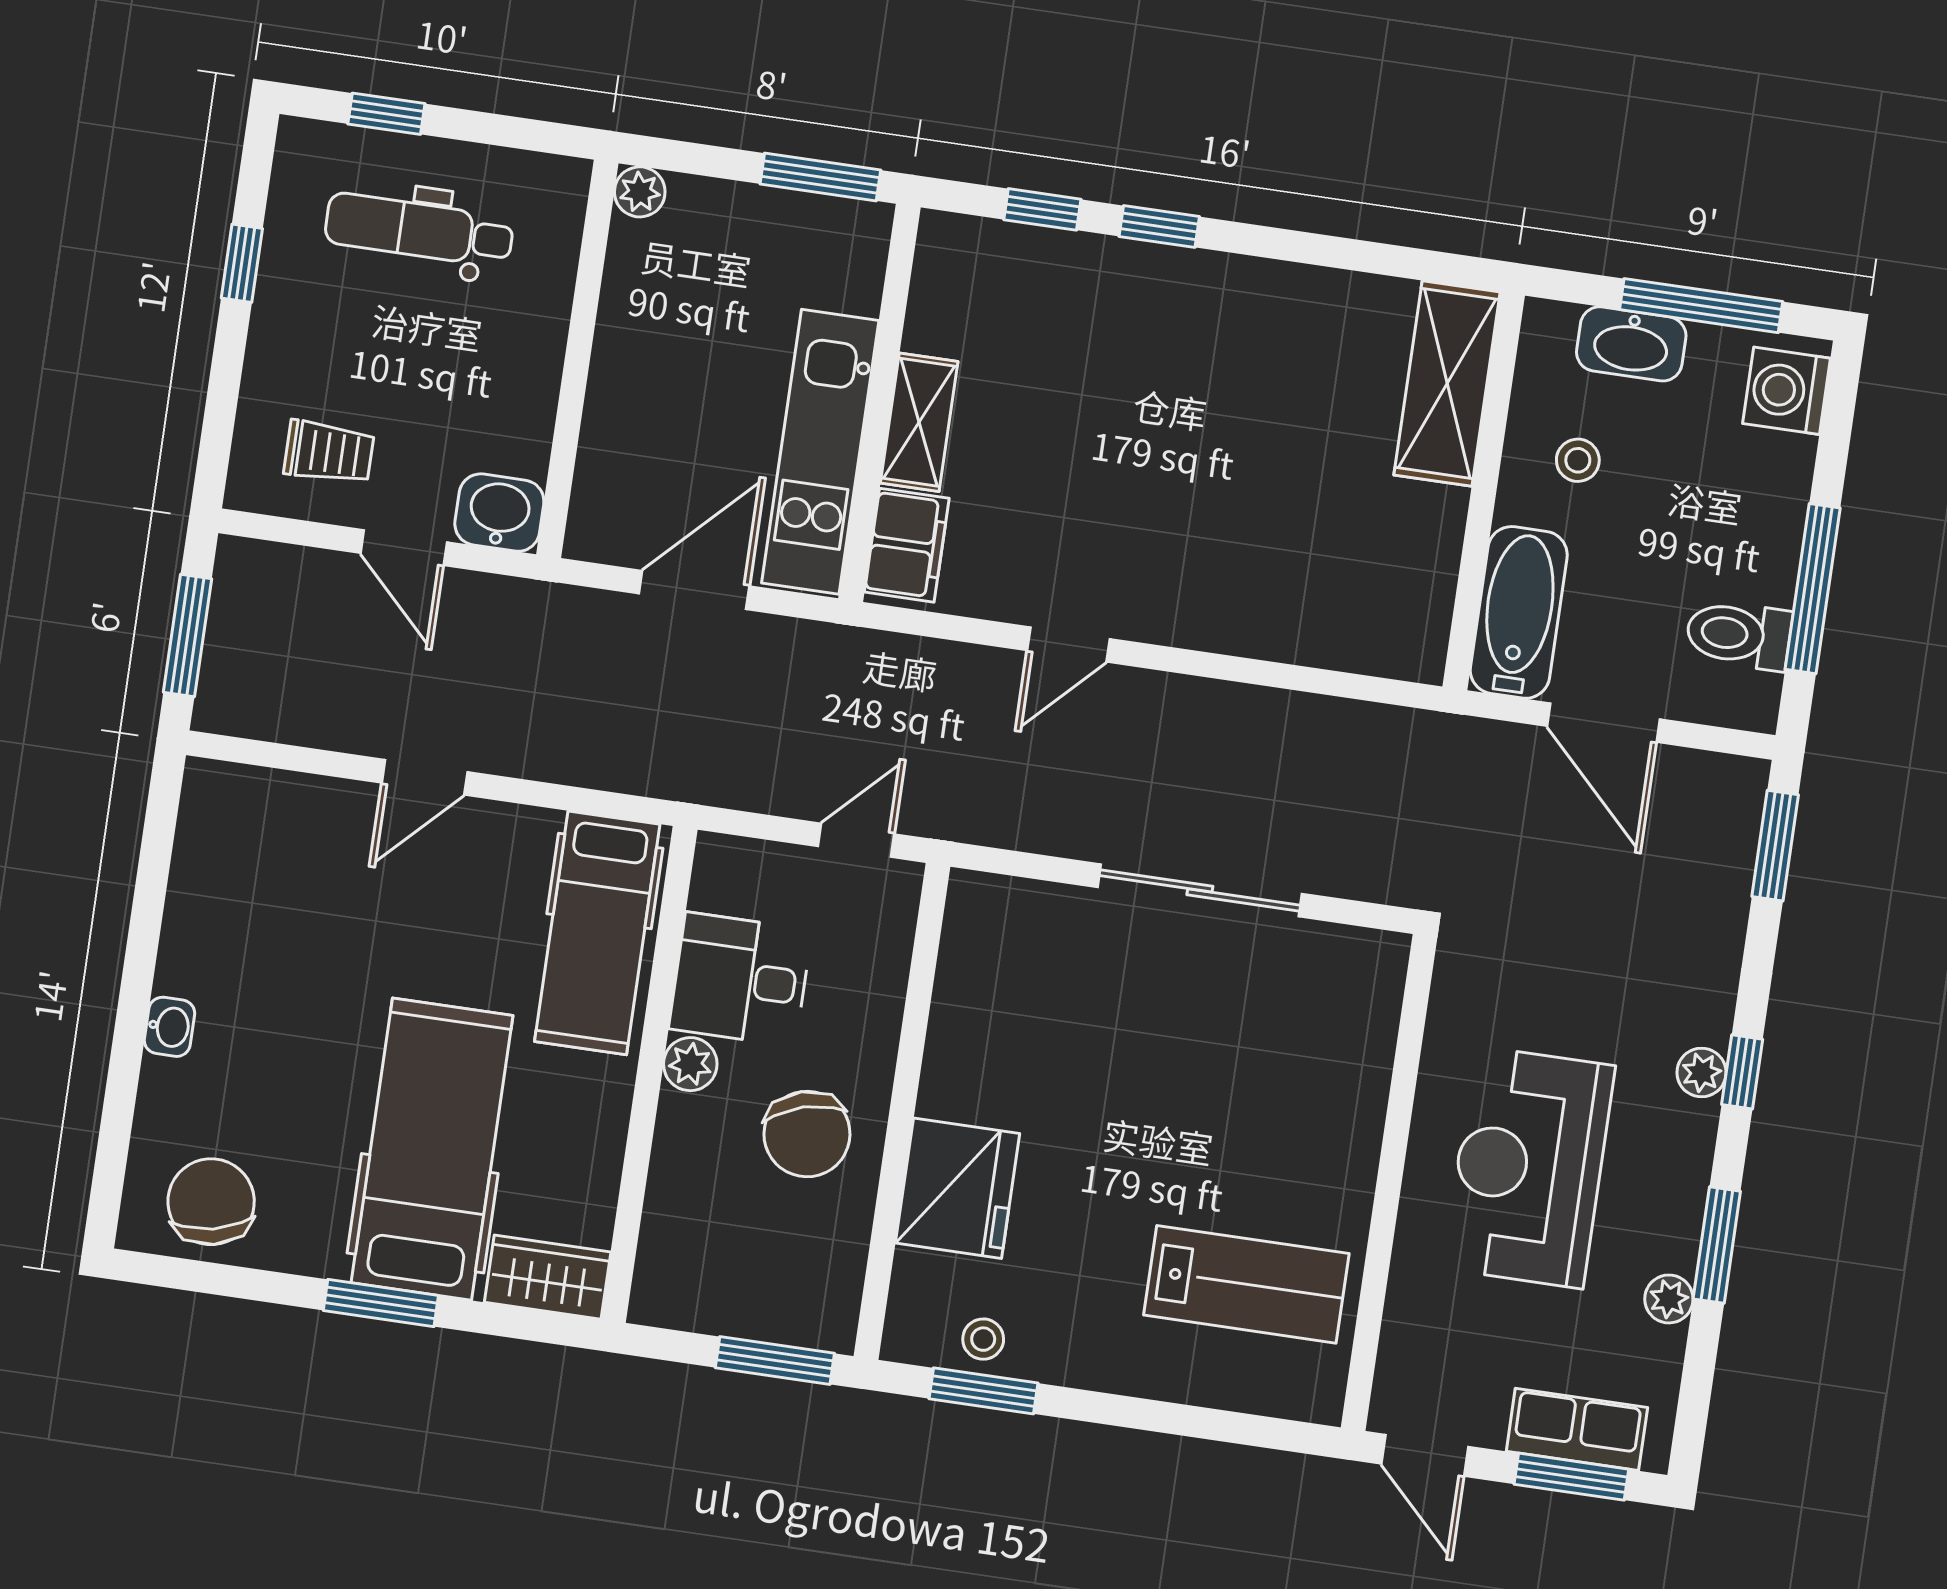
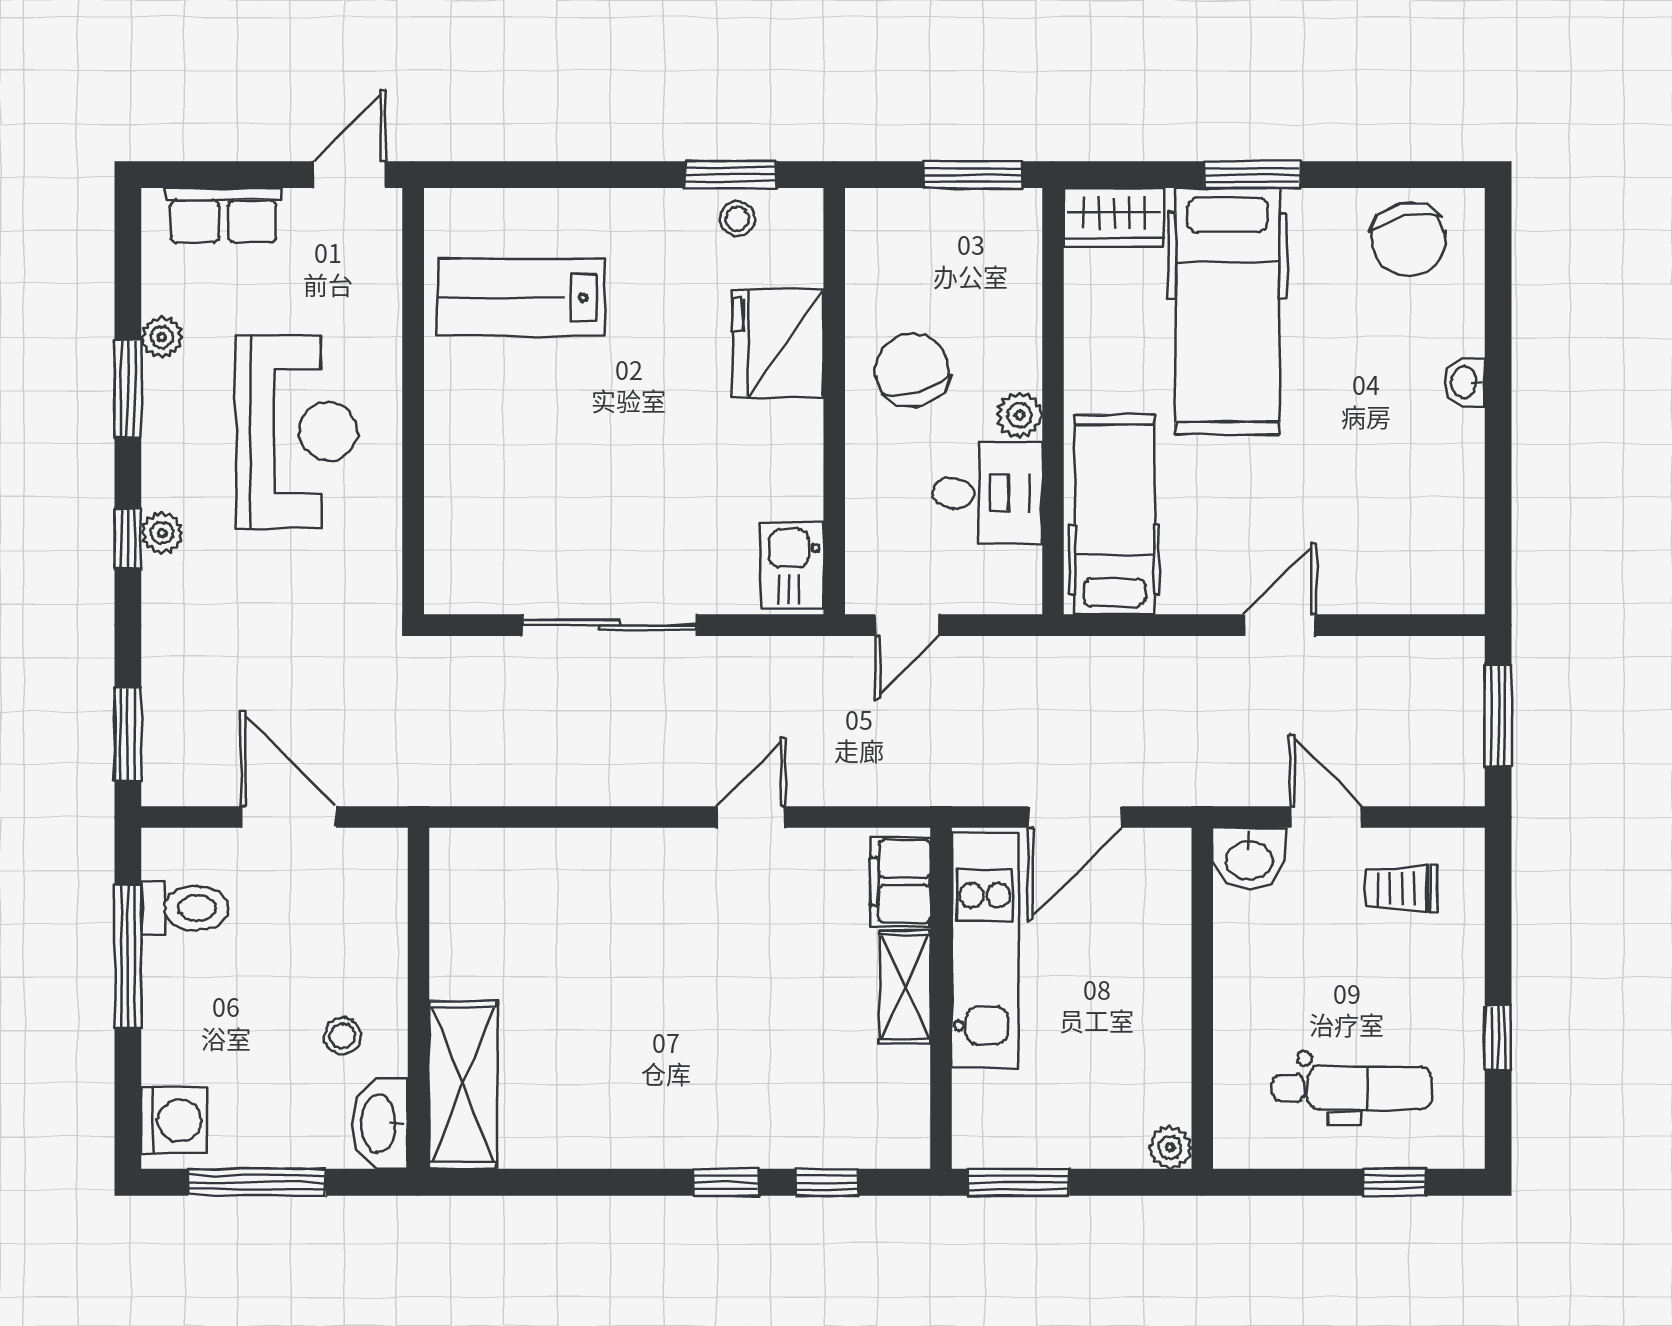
washbasin: (1631, 344) -> (380, 1124), moved, turned -90
bathtub: (1519, 612) -> (374, 900), removed
kitchen sink: (979, 929) -> (792, 566), added
window: (775, 1360) -> (973, 175), moved
door: (1425, 1455) -> (349, 175), hinge flipped
window: (1571, 1477) -> (222, 175), removed

